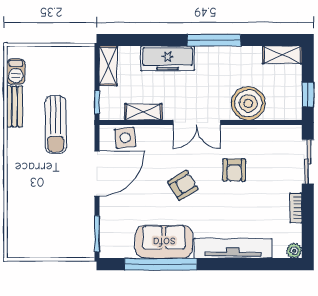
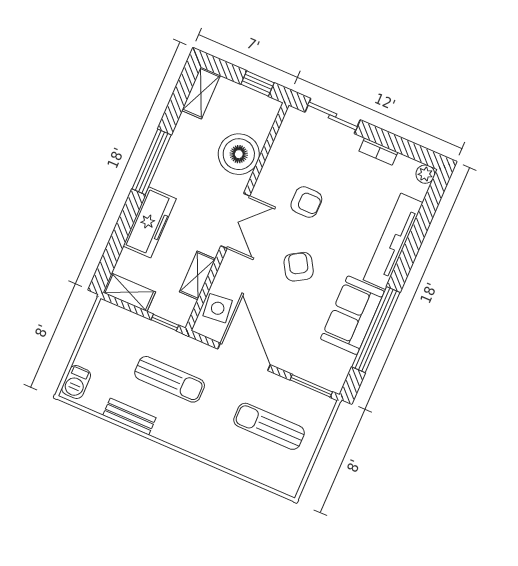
barbecue: (16, 72) -> (76, 382), moved, turned 90
sun lounger: (53, 215) -> (269, 426), added

